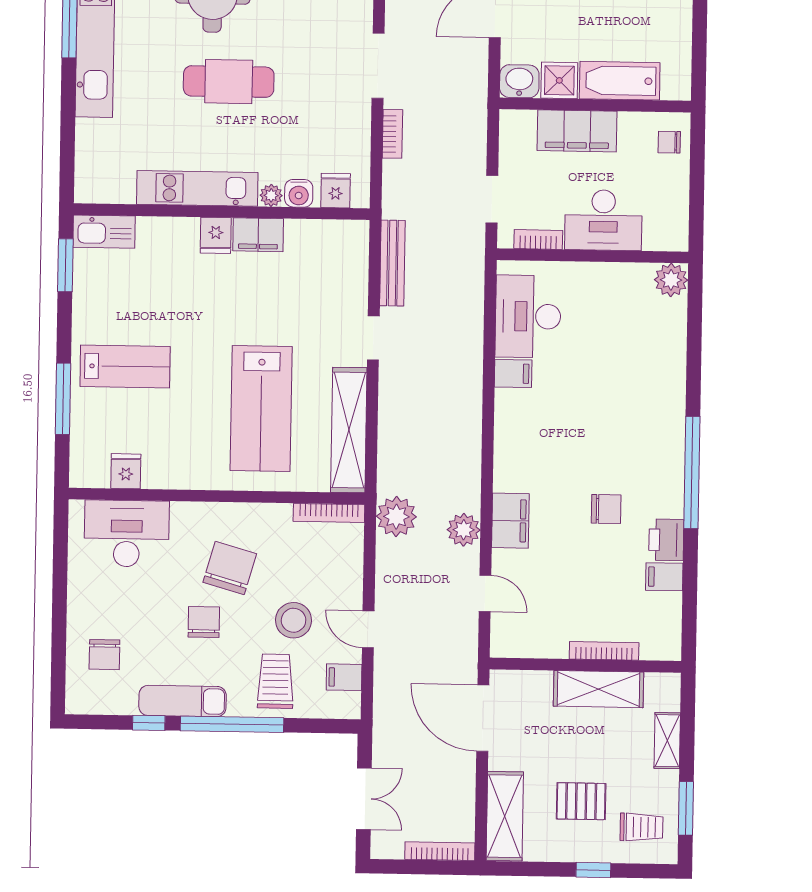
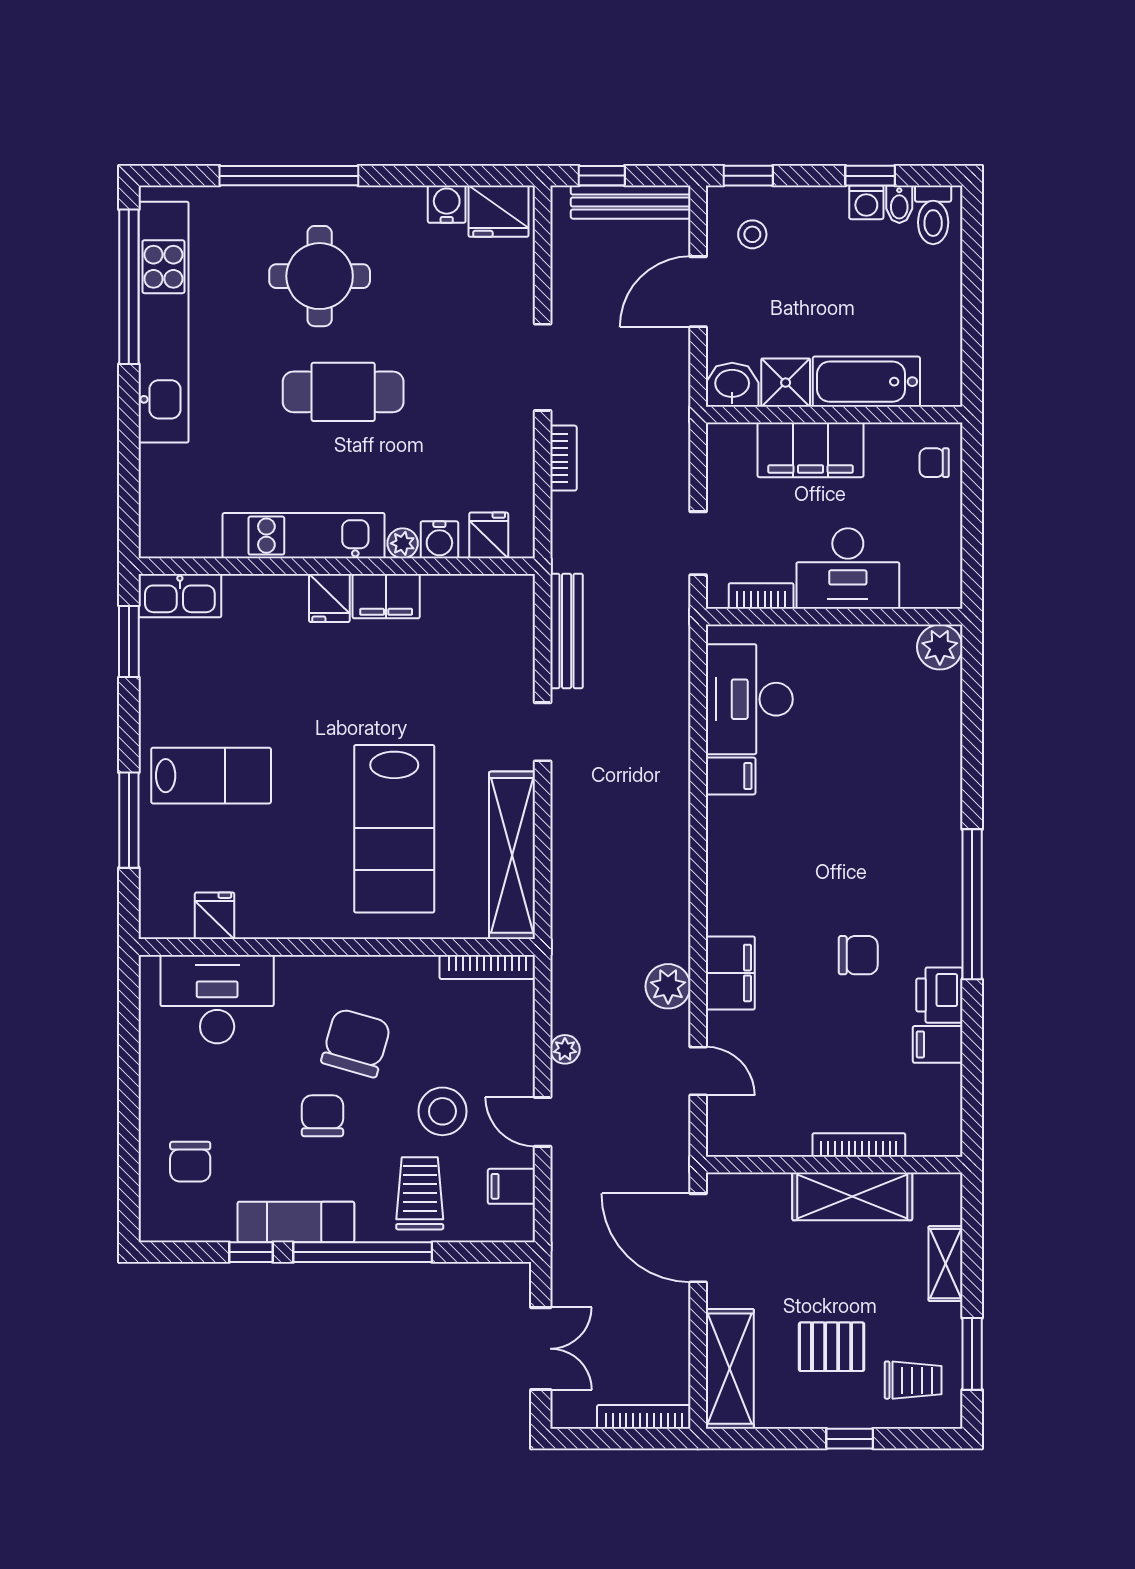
plant: (396, 517) -> (565, 1049), moved, width x0.53, depth x0.53

